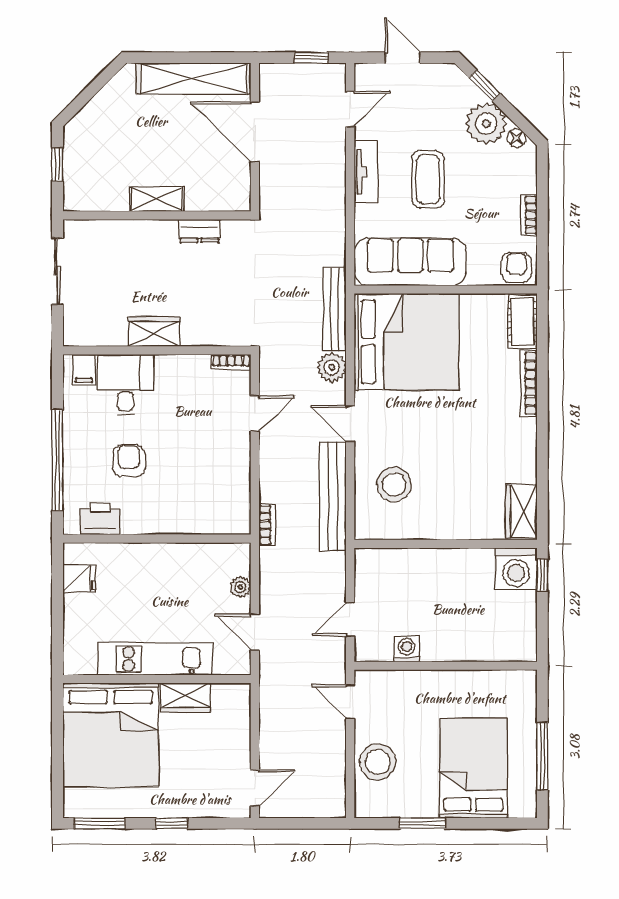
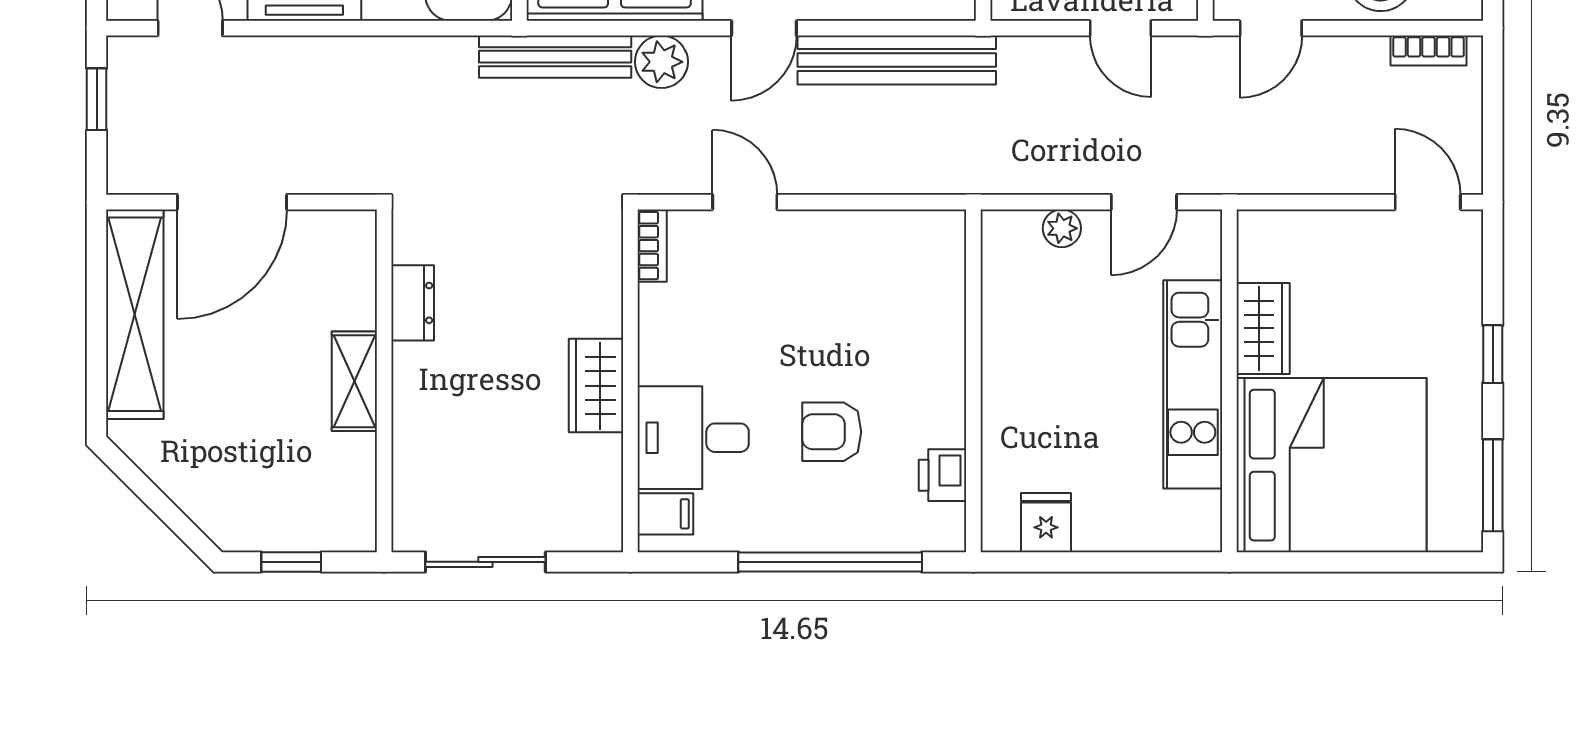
printer: (100, 518) -> (943, 475), width x0.73, depth x0.81
bookcase: (267, 525) -> (1429, 51), moved, turned 180

